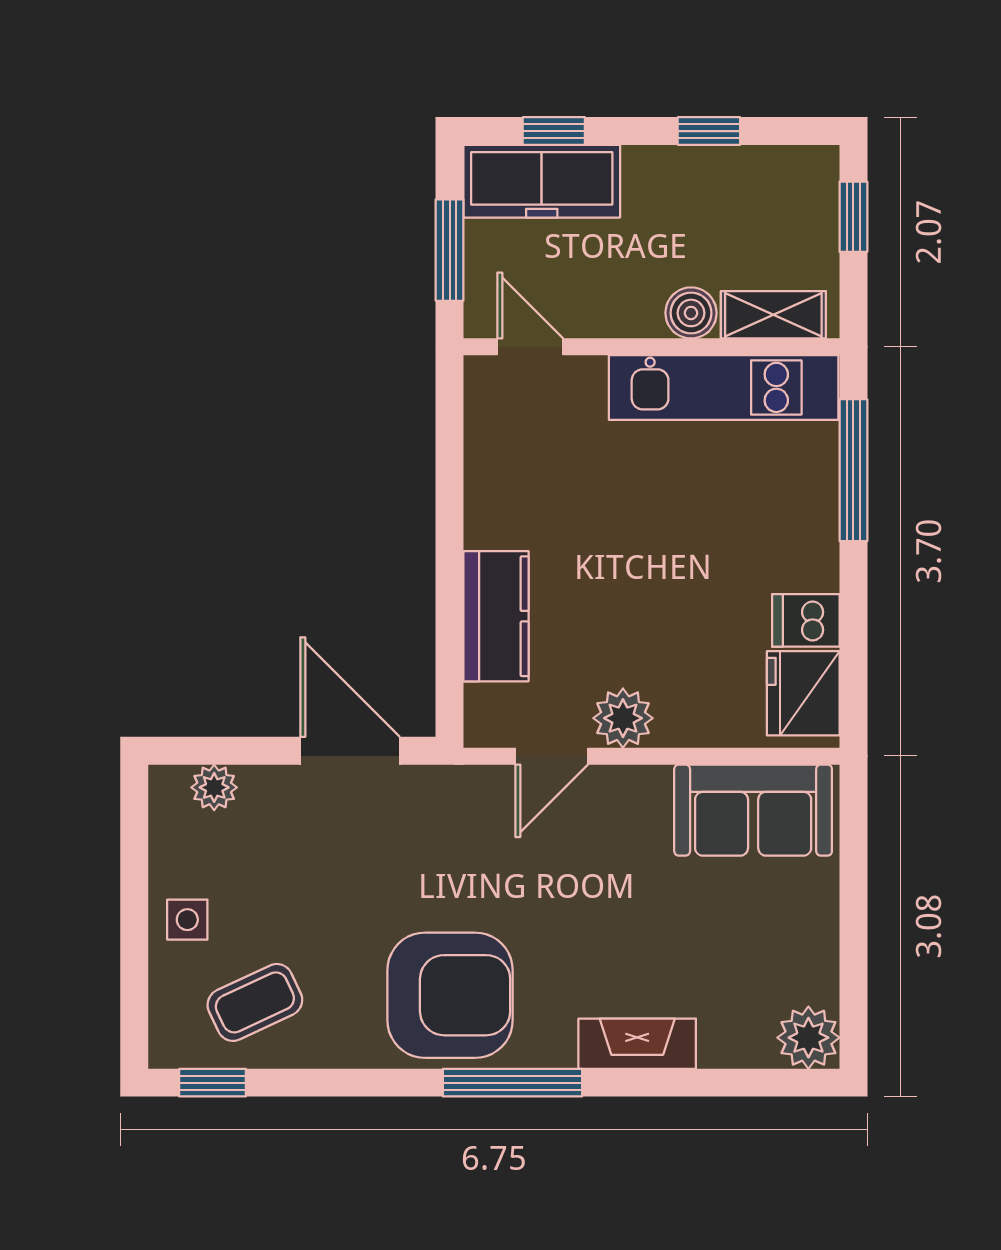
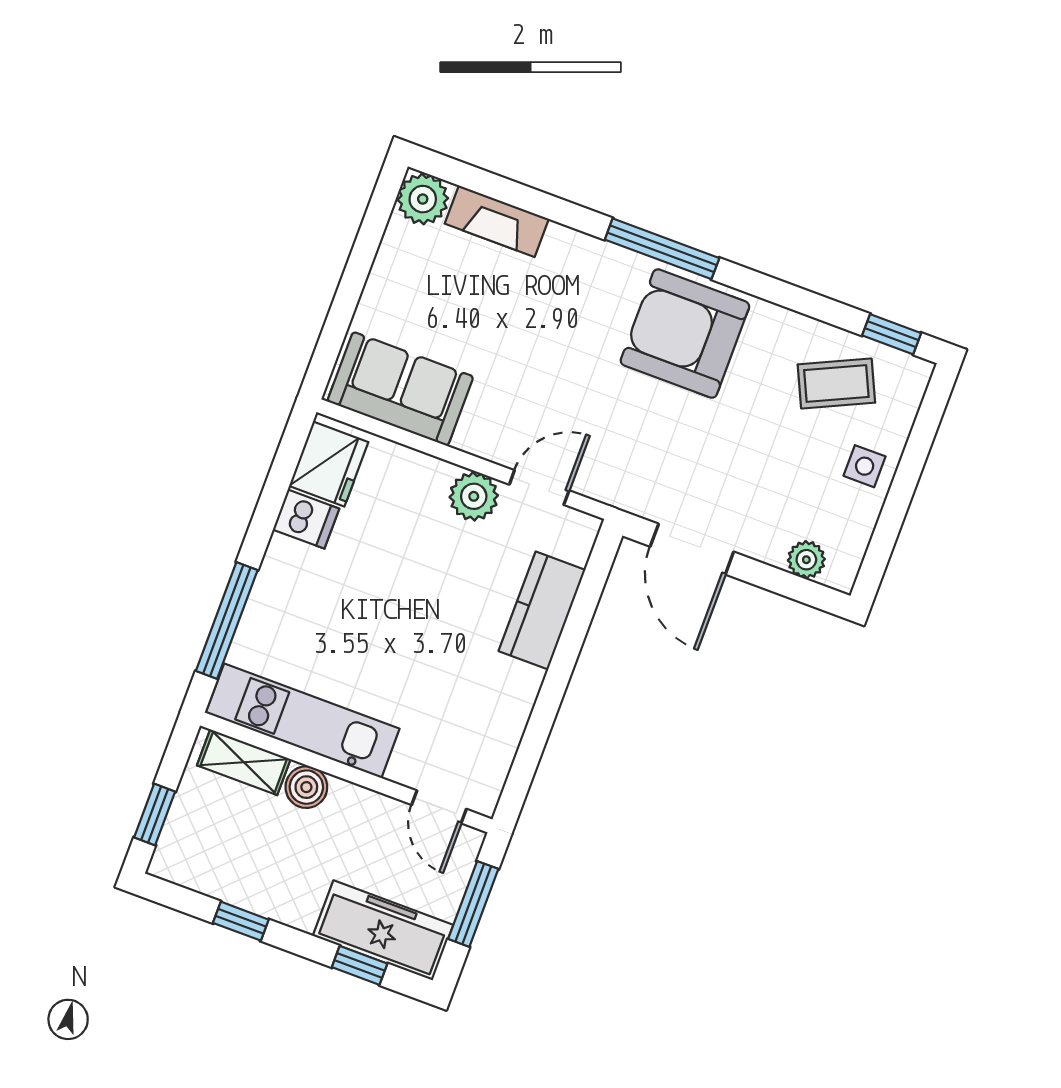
fireplace: (637, 1044) -> (497, 221), moved

